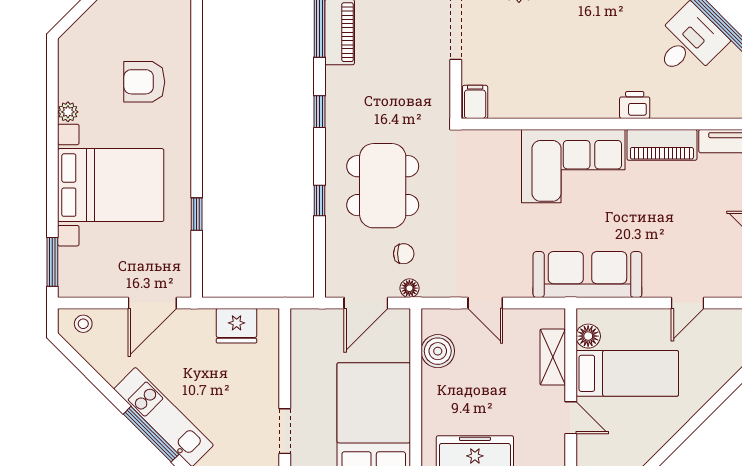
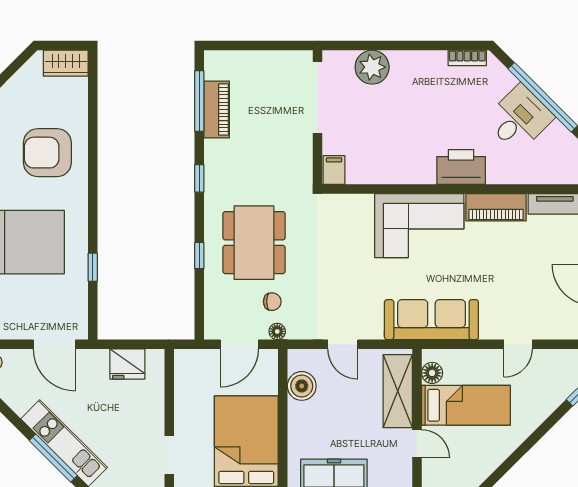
armchair: (144, 82) -> (47, 153), width x1.36, depth x1.36
printer: (635, 105) -> (461, 167), width x1.87, depth x1.48
door: (152, 303) -> (54, 344), hinge flipped
shelving: (553, 357) -> (398, 391), width x1.50, depth x1.33

